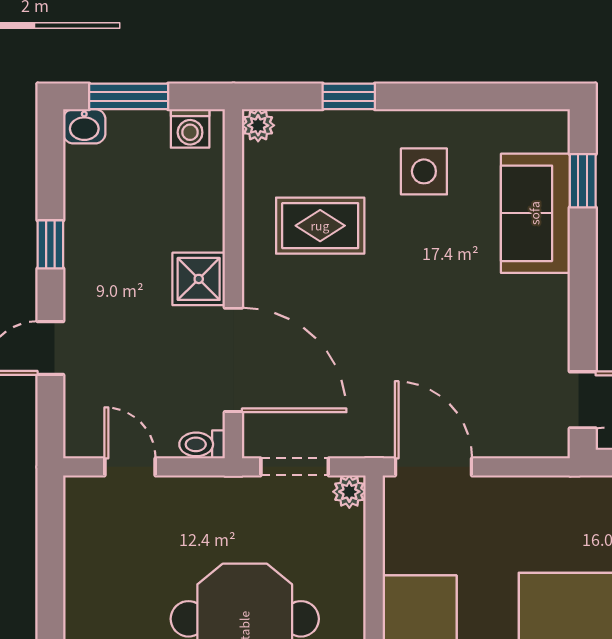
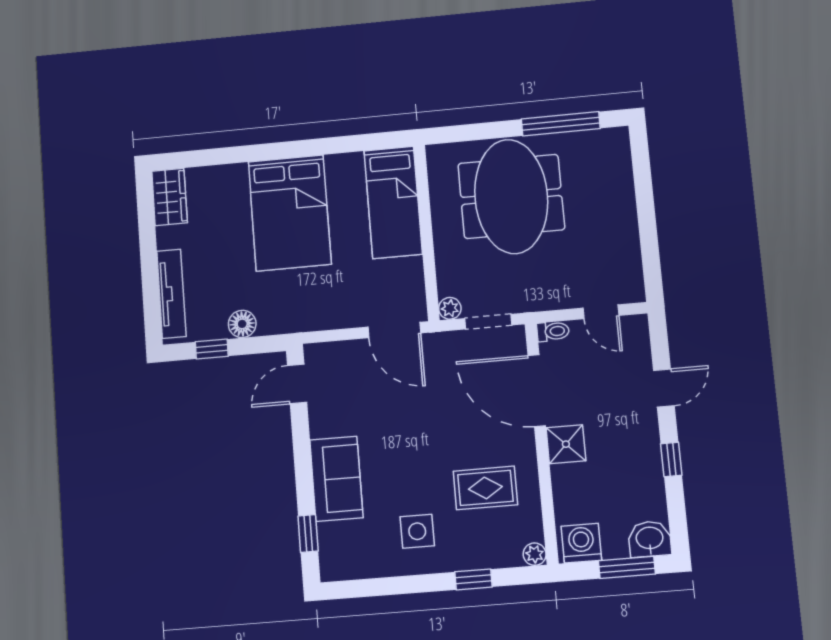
washbasin: (84, 126) -> (650, 539), width x1.38, depth x1.45
washing machine: (190, 128) -> (581, 543), width x1.38, depth x1.38
sofa: (535, 213) -> (336, 479), moved

